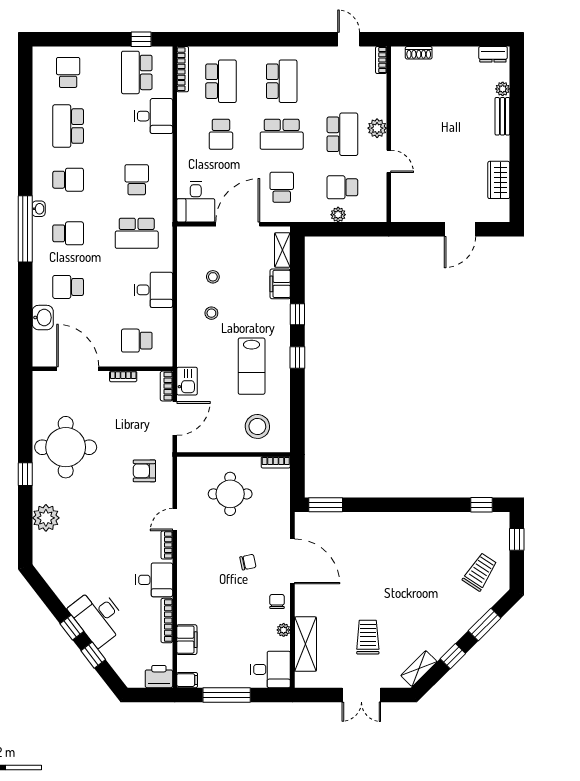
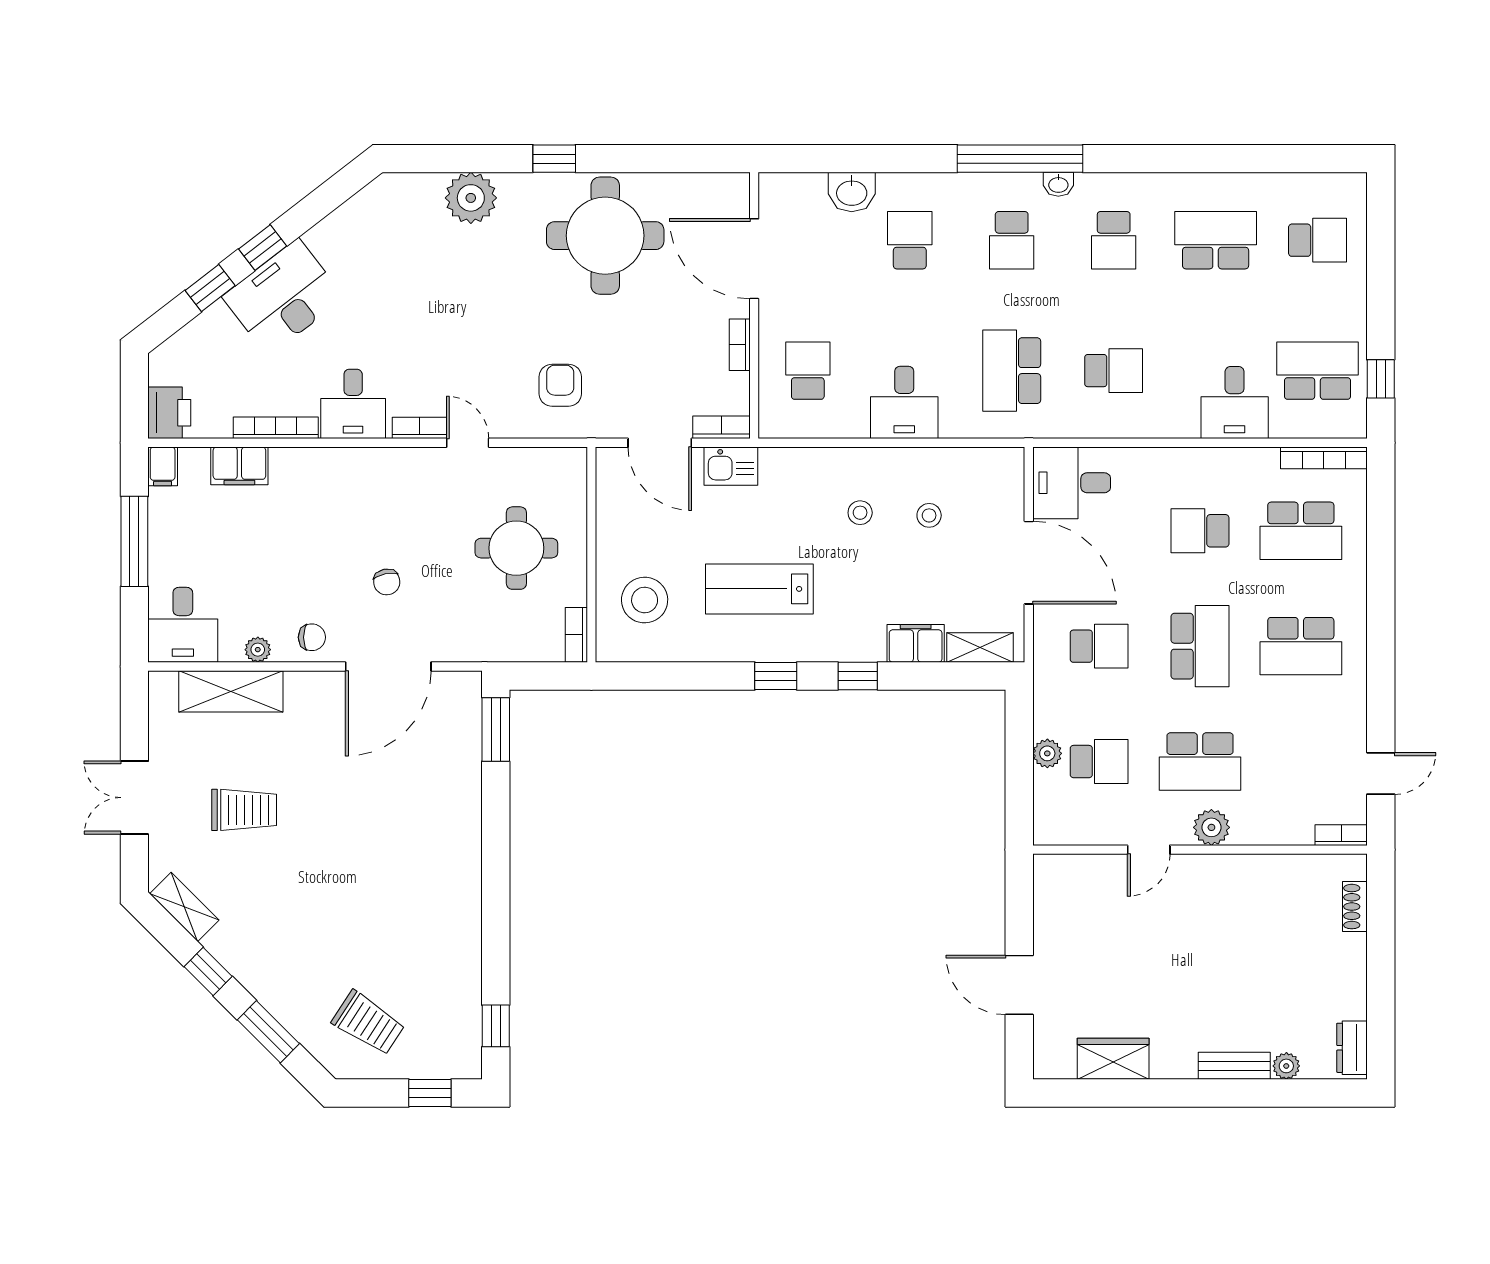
school desk: (282, 134) -> (1200, 646), turned 180
school desk: (342, 187) -> (1099, 762), turned 90
door: (78, 369) -> (754, 259), swing flipped

